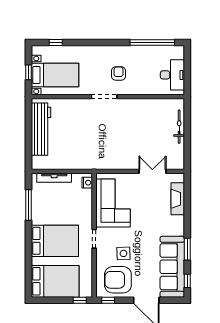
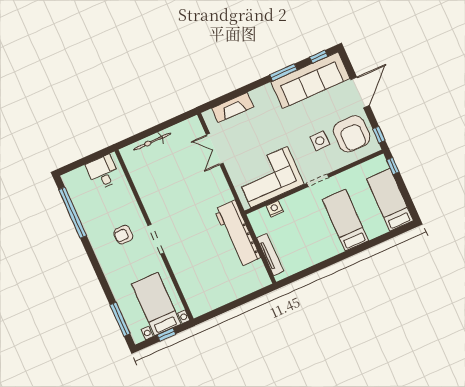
window: (56, 43) -> (120, 319), width x2.17
desk: (172, 75) -> (103, 172), width x0.73
workbench: (41, 129) -> (237, 233), moved, turned -90
nightstand: (87, 183) -> (275, 209), moved
window: (29, 205) -> (313, 269), removed
bed: (55, 241) -> (345, 220), width x0.67
bed: (55, 281) -> (390, 200), width x0.67

